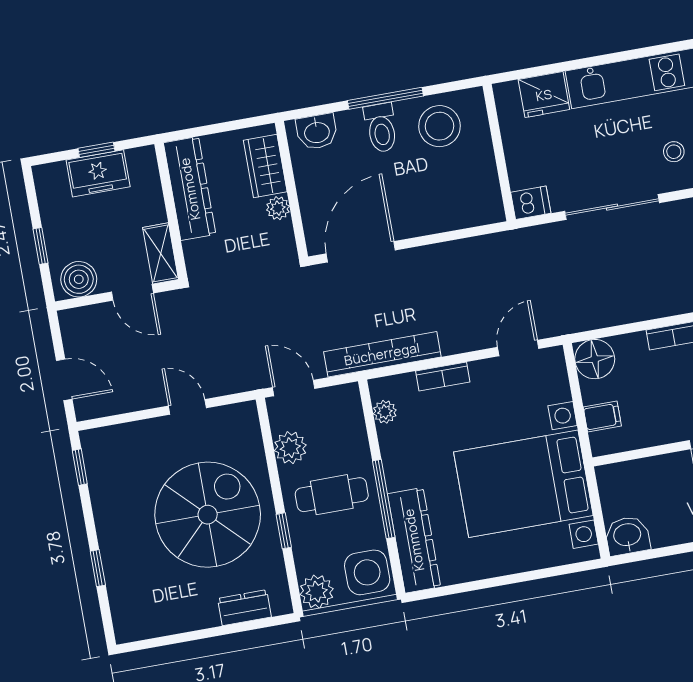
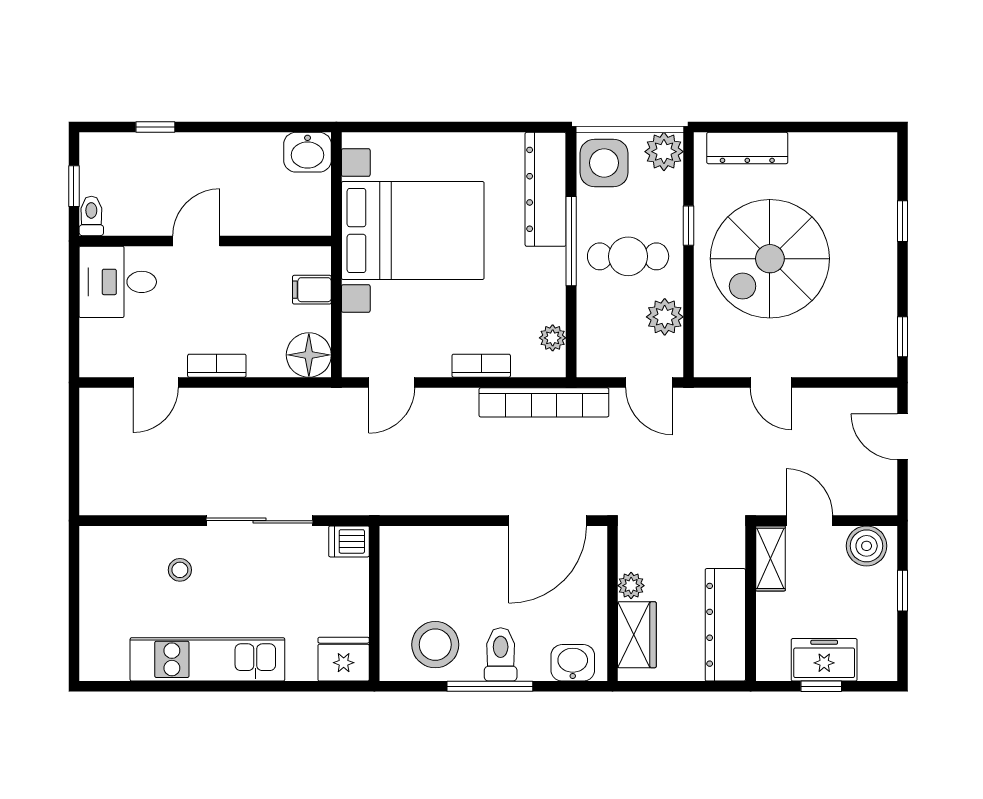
fridge: (544, 95) -> (344, 659), moved
dresser: (245, 608) -> (747, 148), width x1.44

